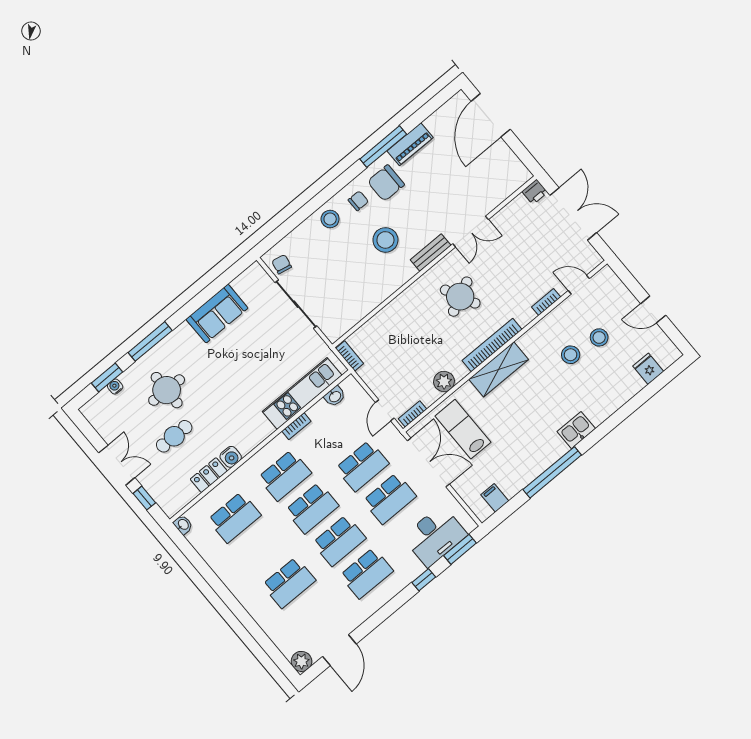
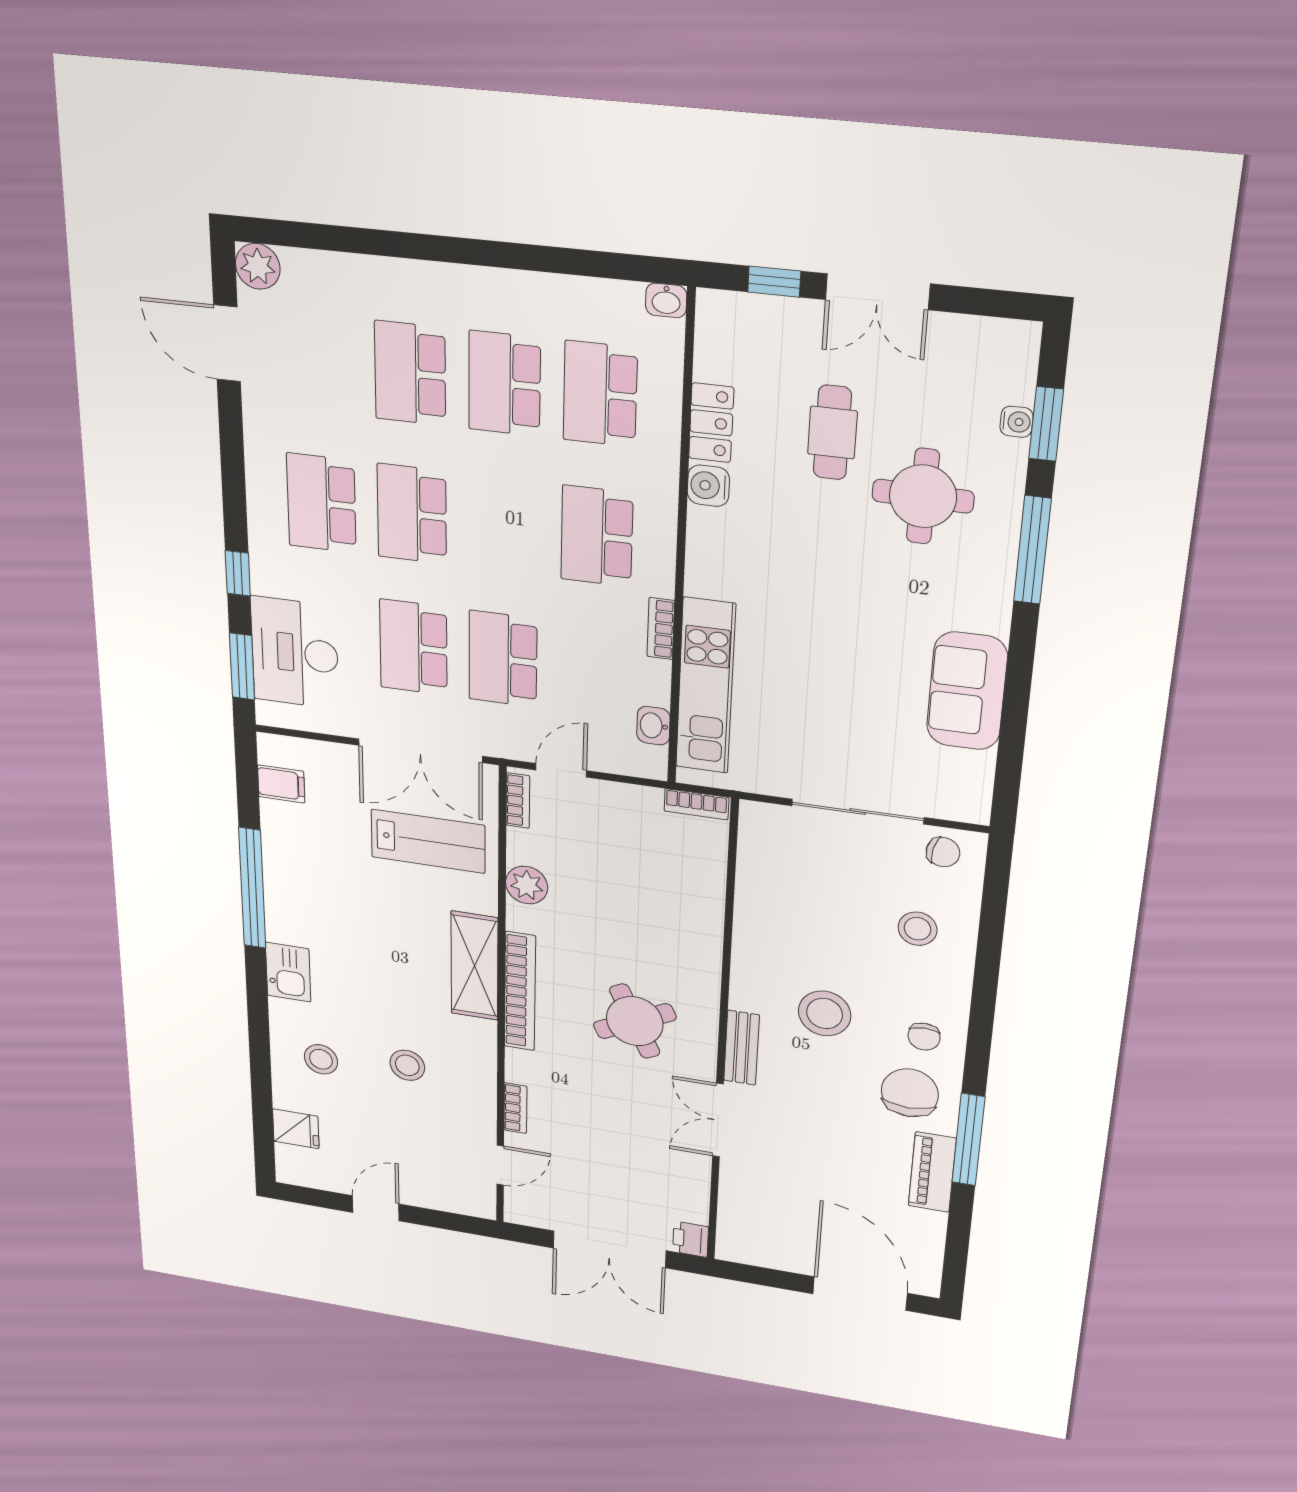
stool: (330, 219) -> (918, 929), moved
stool: (599, 337) -> (321, 1059), moved
door: (385, 410) -> (561, 770), hinge flipped
school desk: (312, 508) -> (504, 383), moved

